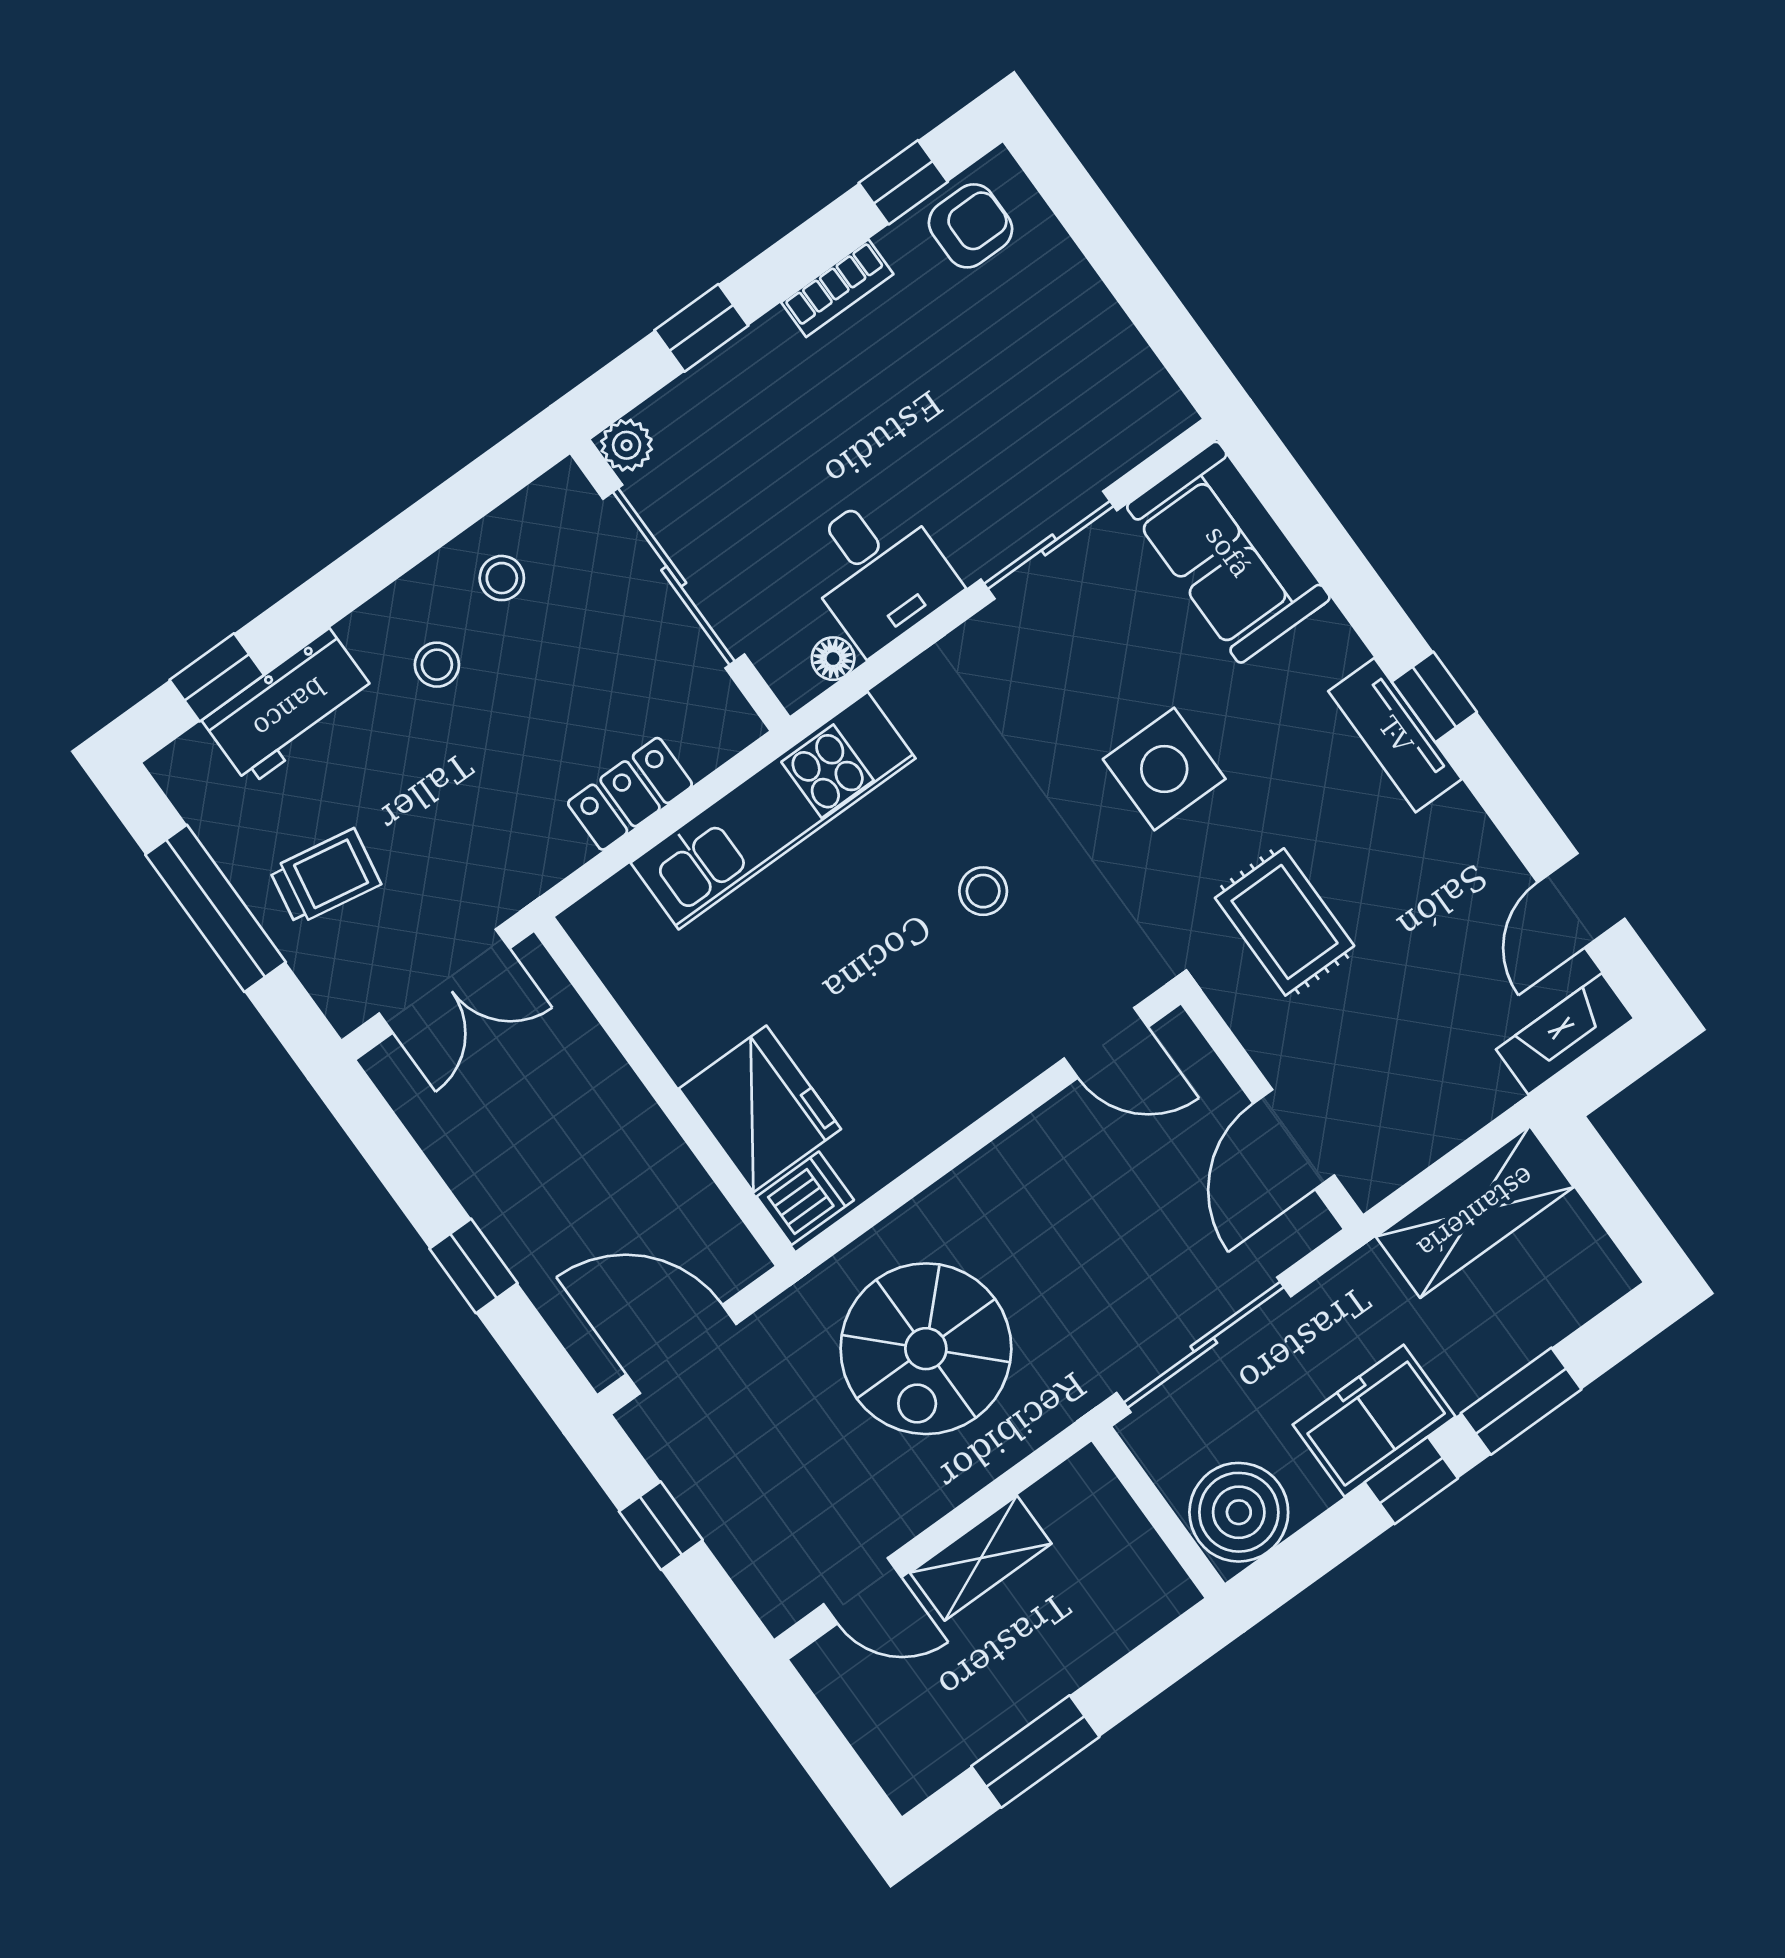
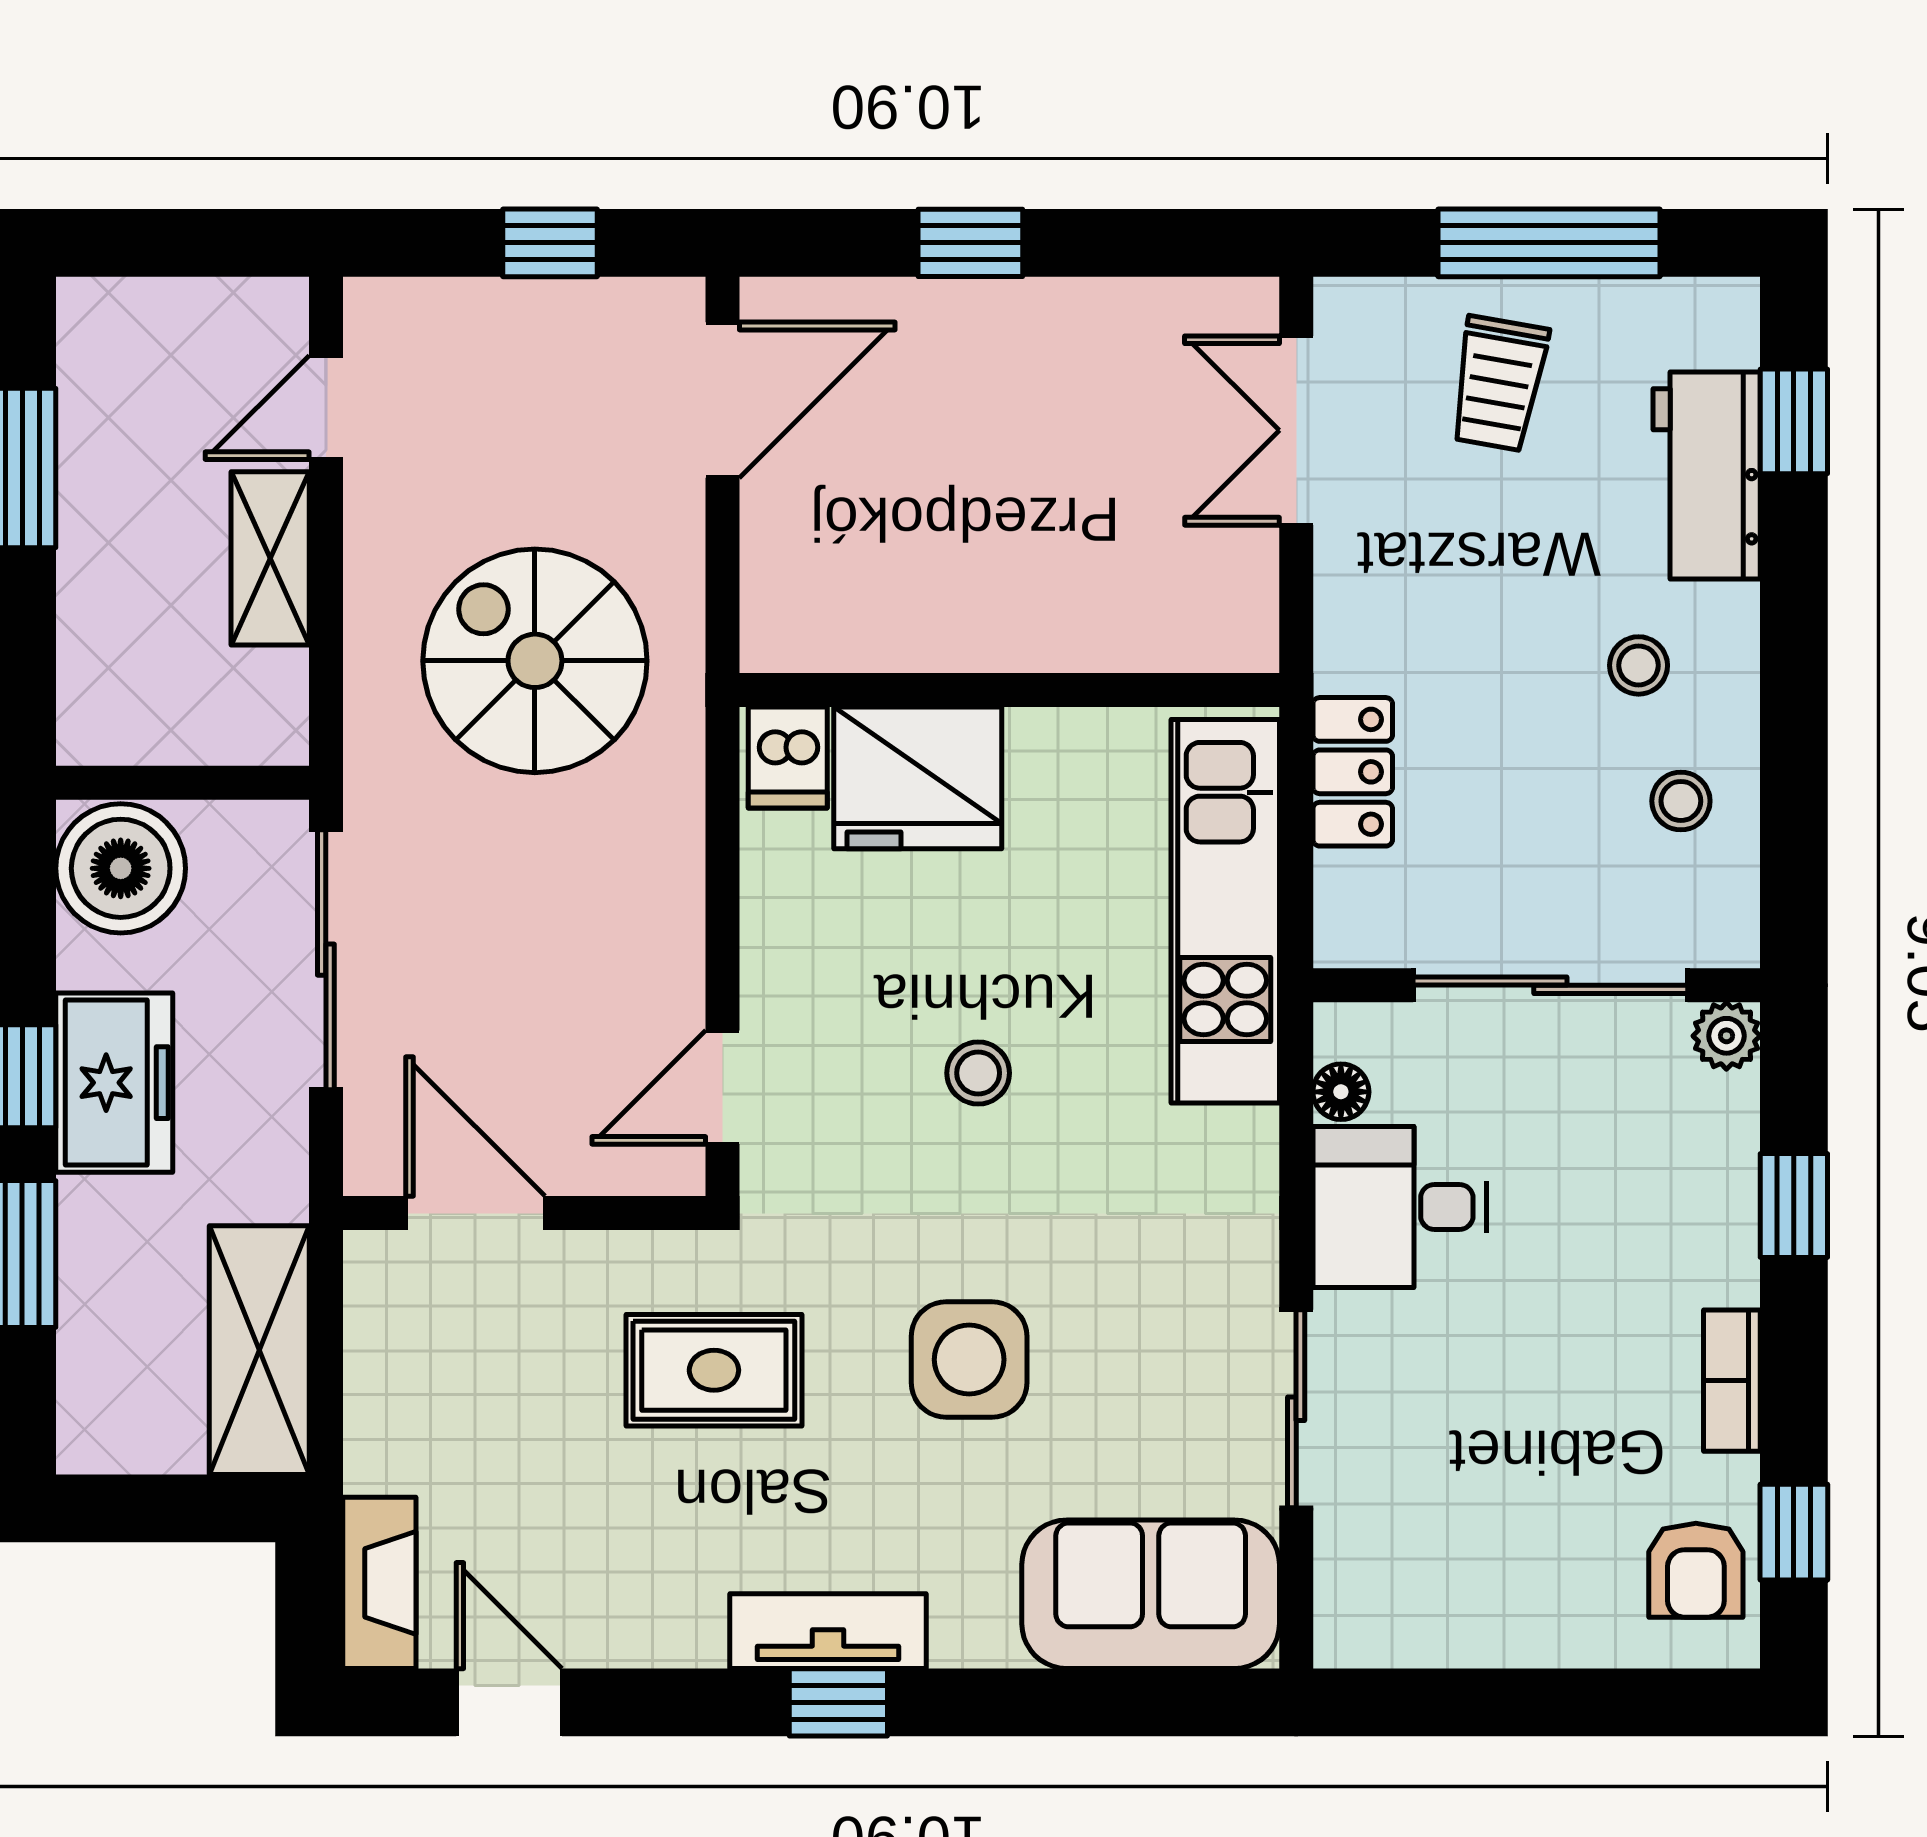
wall: (665, 1091) -> (1009, 690), moved
fridge: (760, 1109) -> (918, 778), moved
dishwasher: (805, 1198) -> (788, 757), moved

